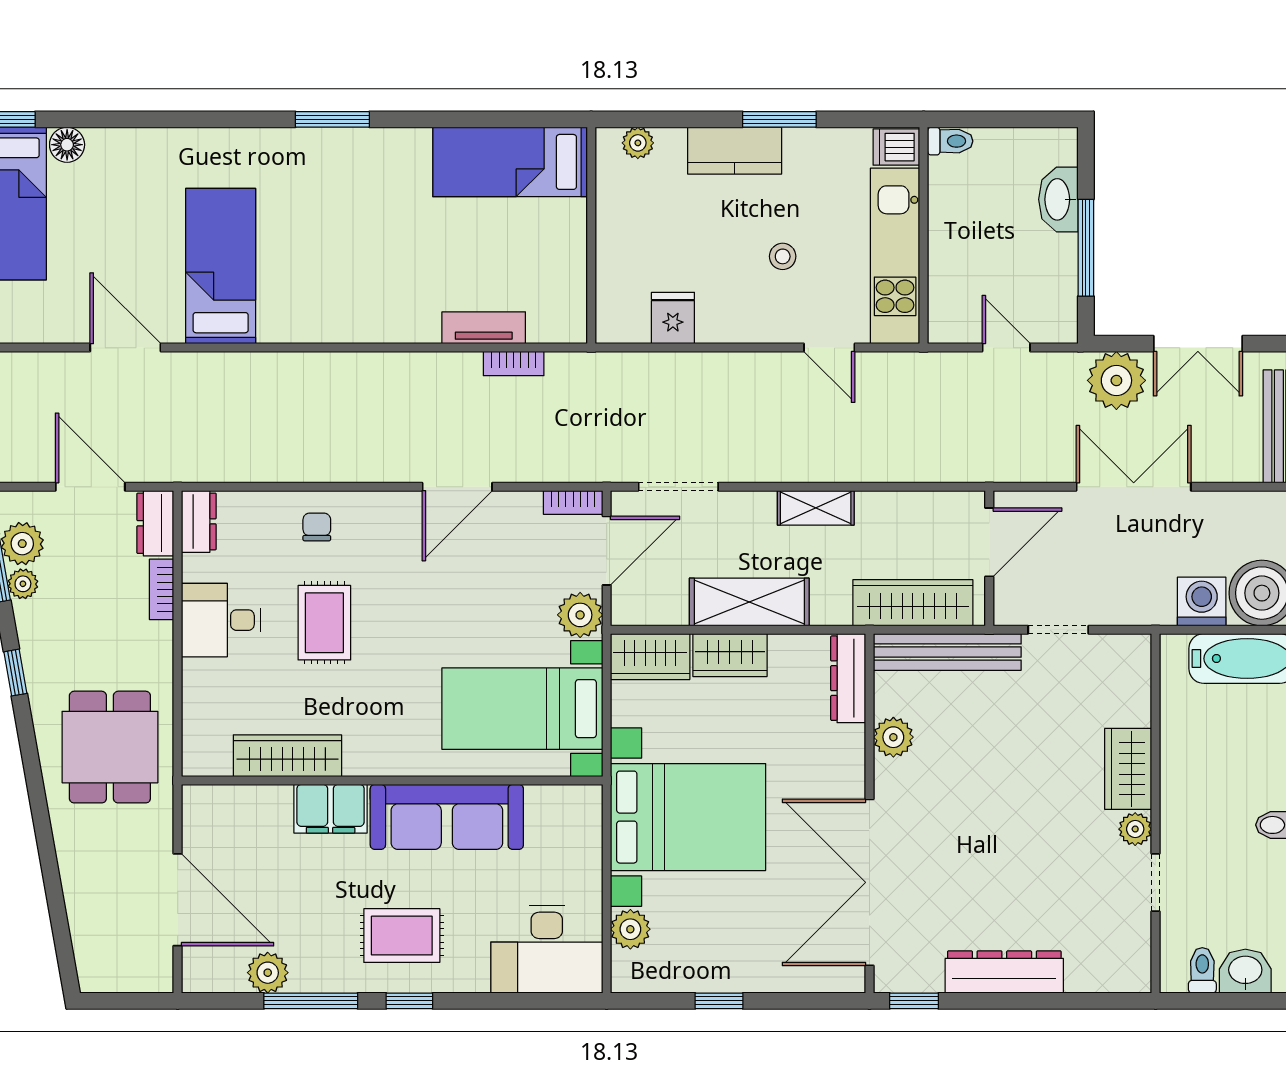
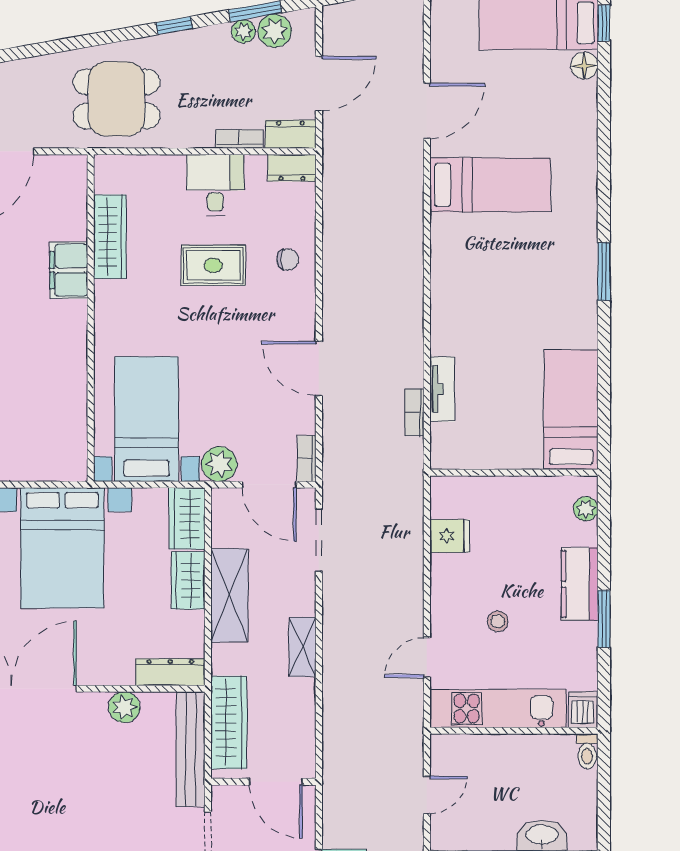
sofa: (447, 817) -> (62, 361), removed

